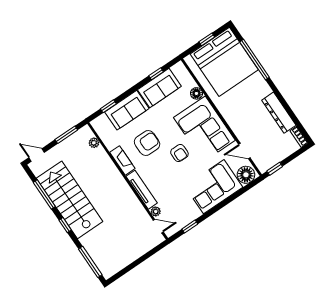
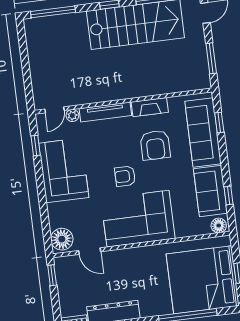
floor lamp: (196, 93) -> (219, 226), moved
sofa: (127, 110) -> (203, 133), width x1.36
plant: (94, 143) -> (186, 85), removed
door: (244, 151) -> (90, 251), swing flipped
corner sofa: (214, 187) -> (64, 170), moved

